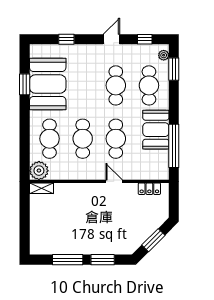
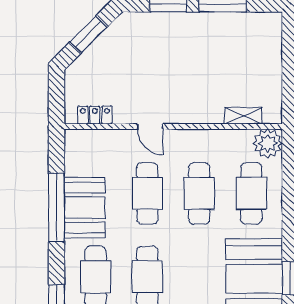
window: (174, 146) -> (57, 207), moved
shelving: (41, 188) -> (243, 116), moved

